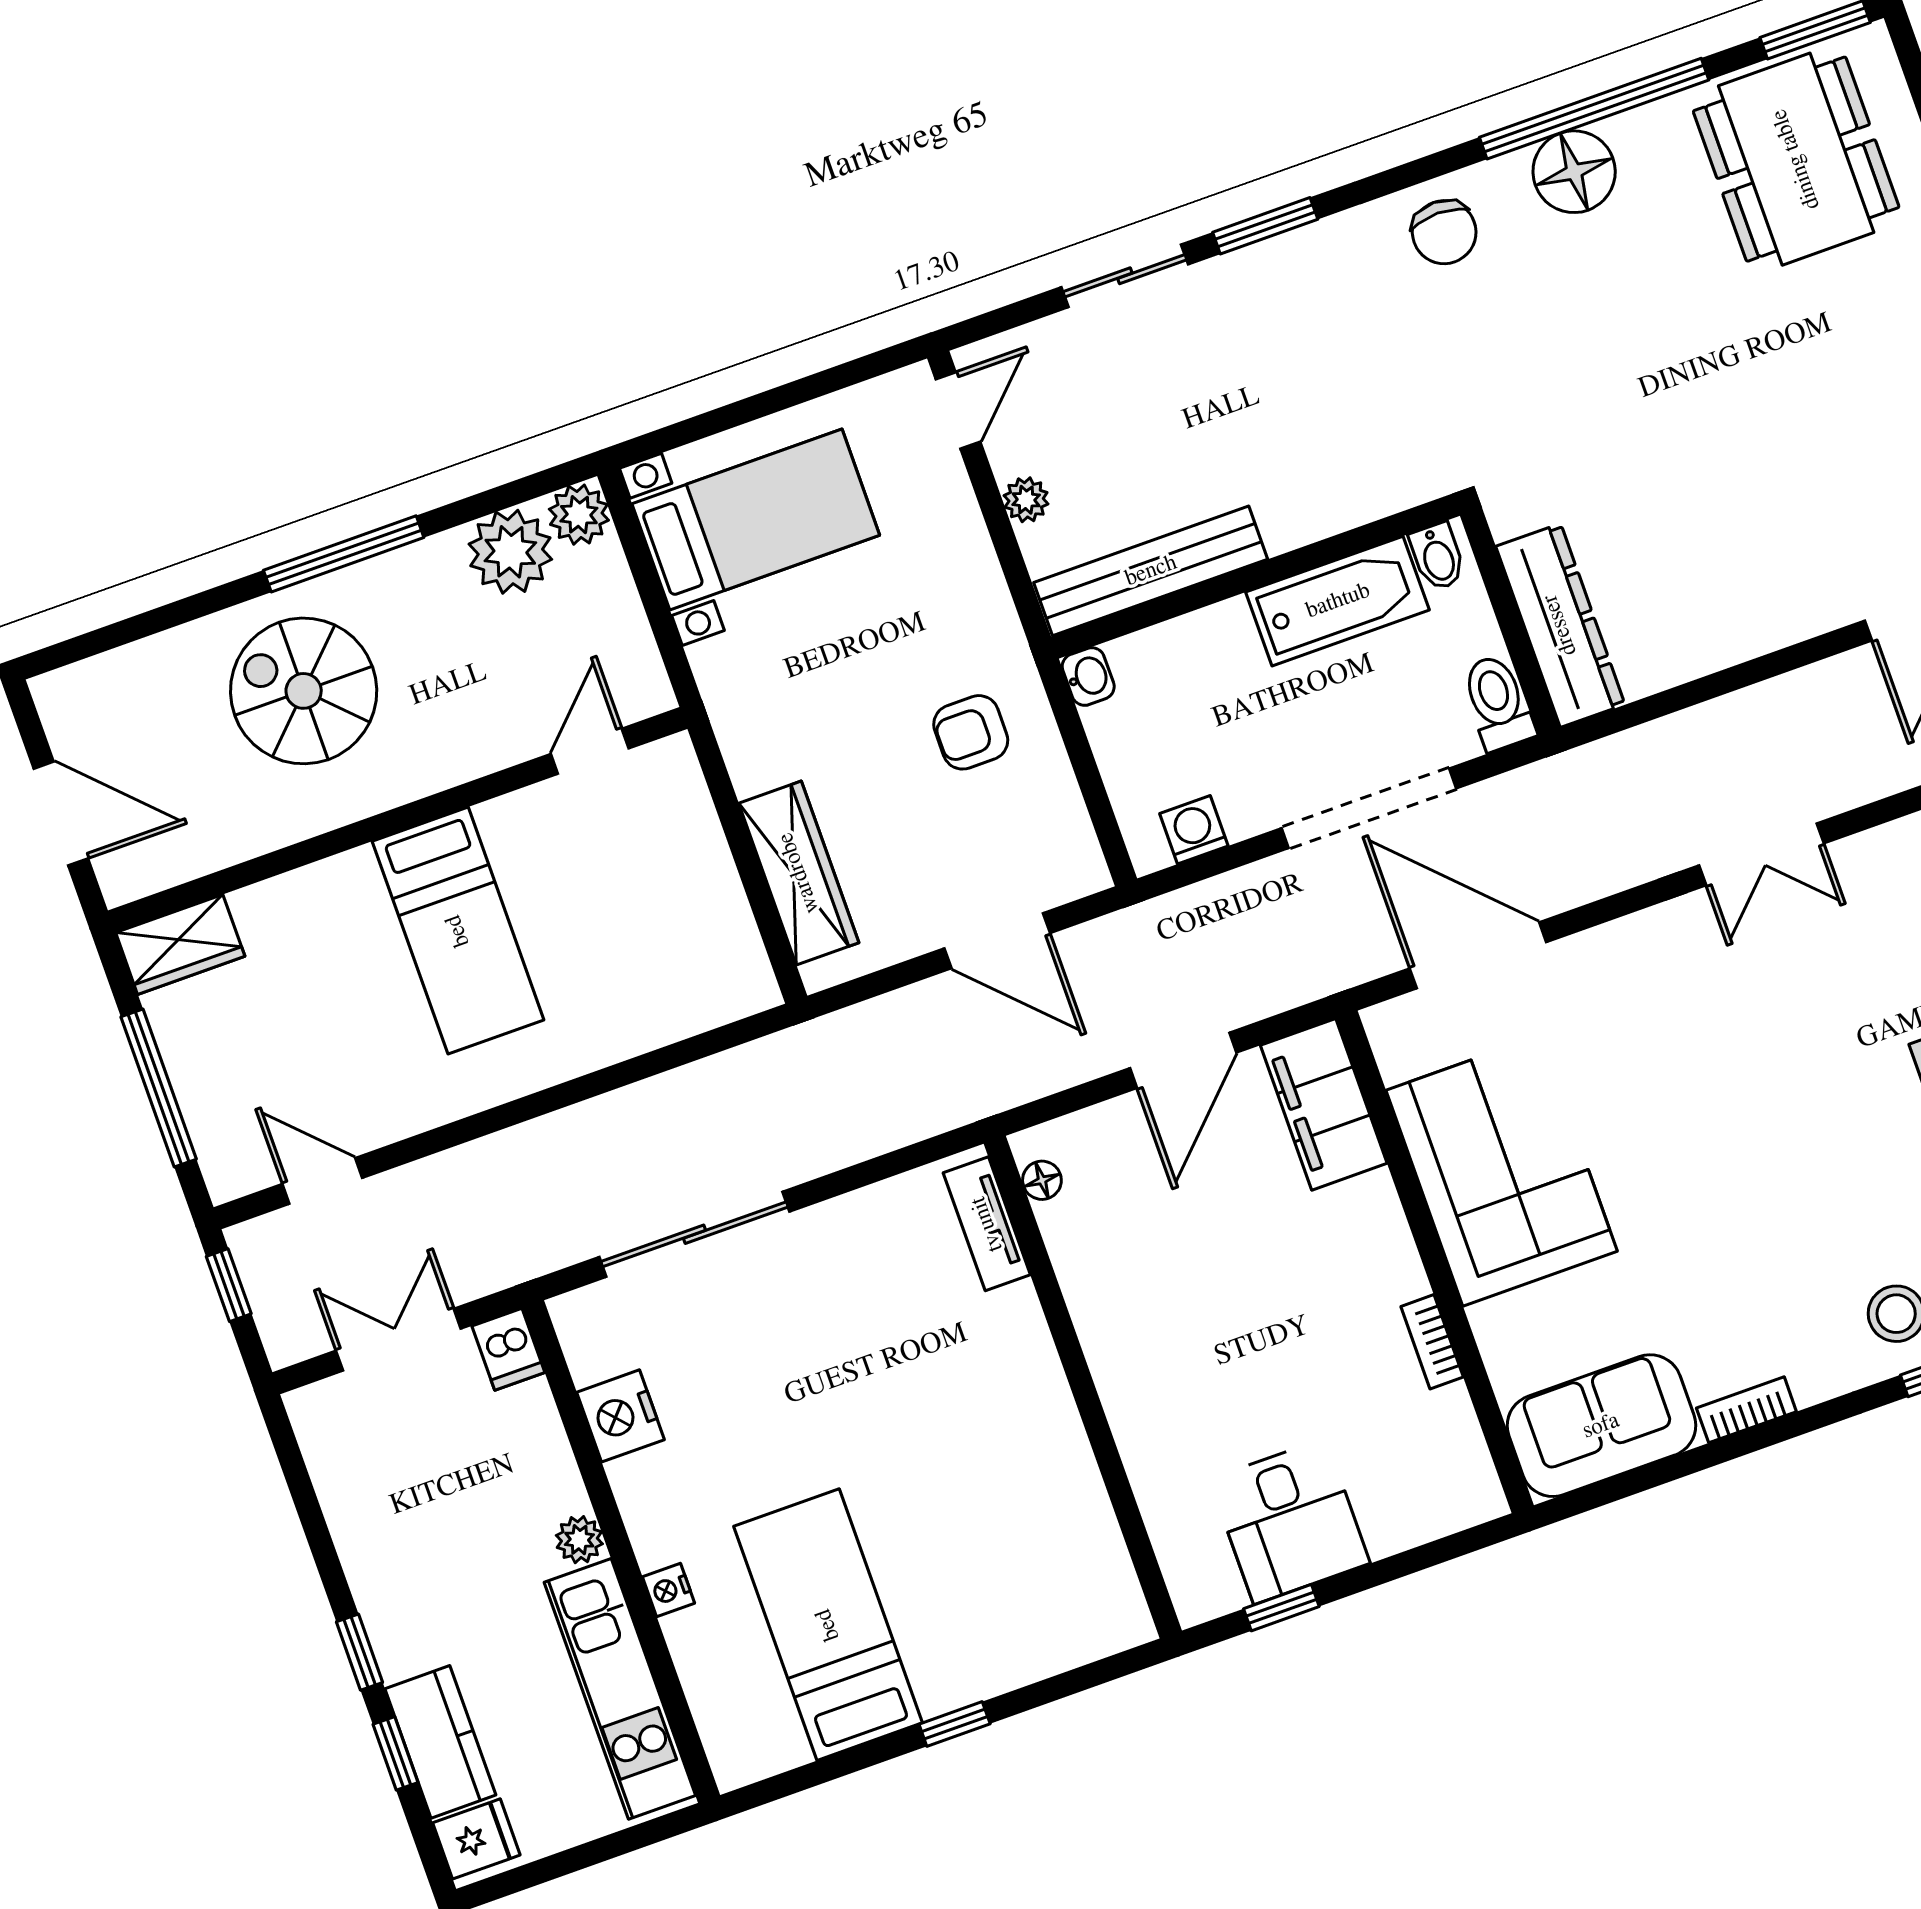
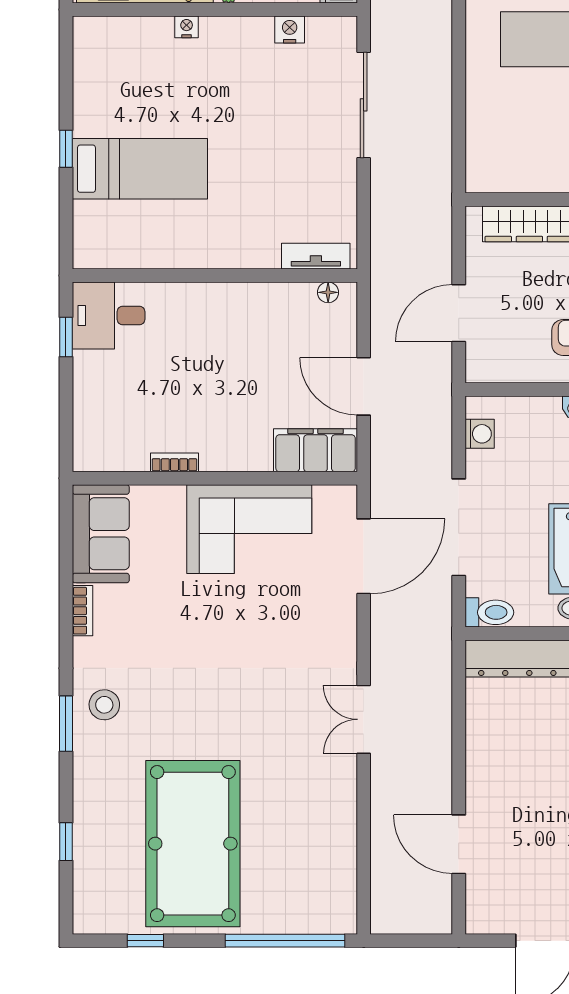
nightstand: (621, 1416) -> (290, 30), width x0.74, depth x0.75
desk: (1290, 1521) -> (109, 315), moved
bed: (828, 1625) -> (140, 169), moved

